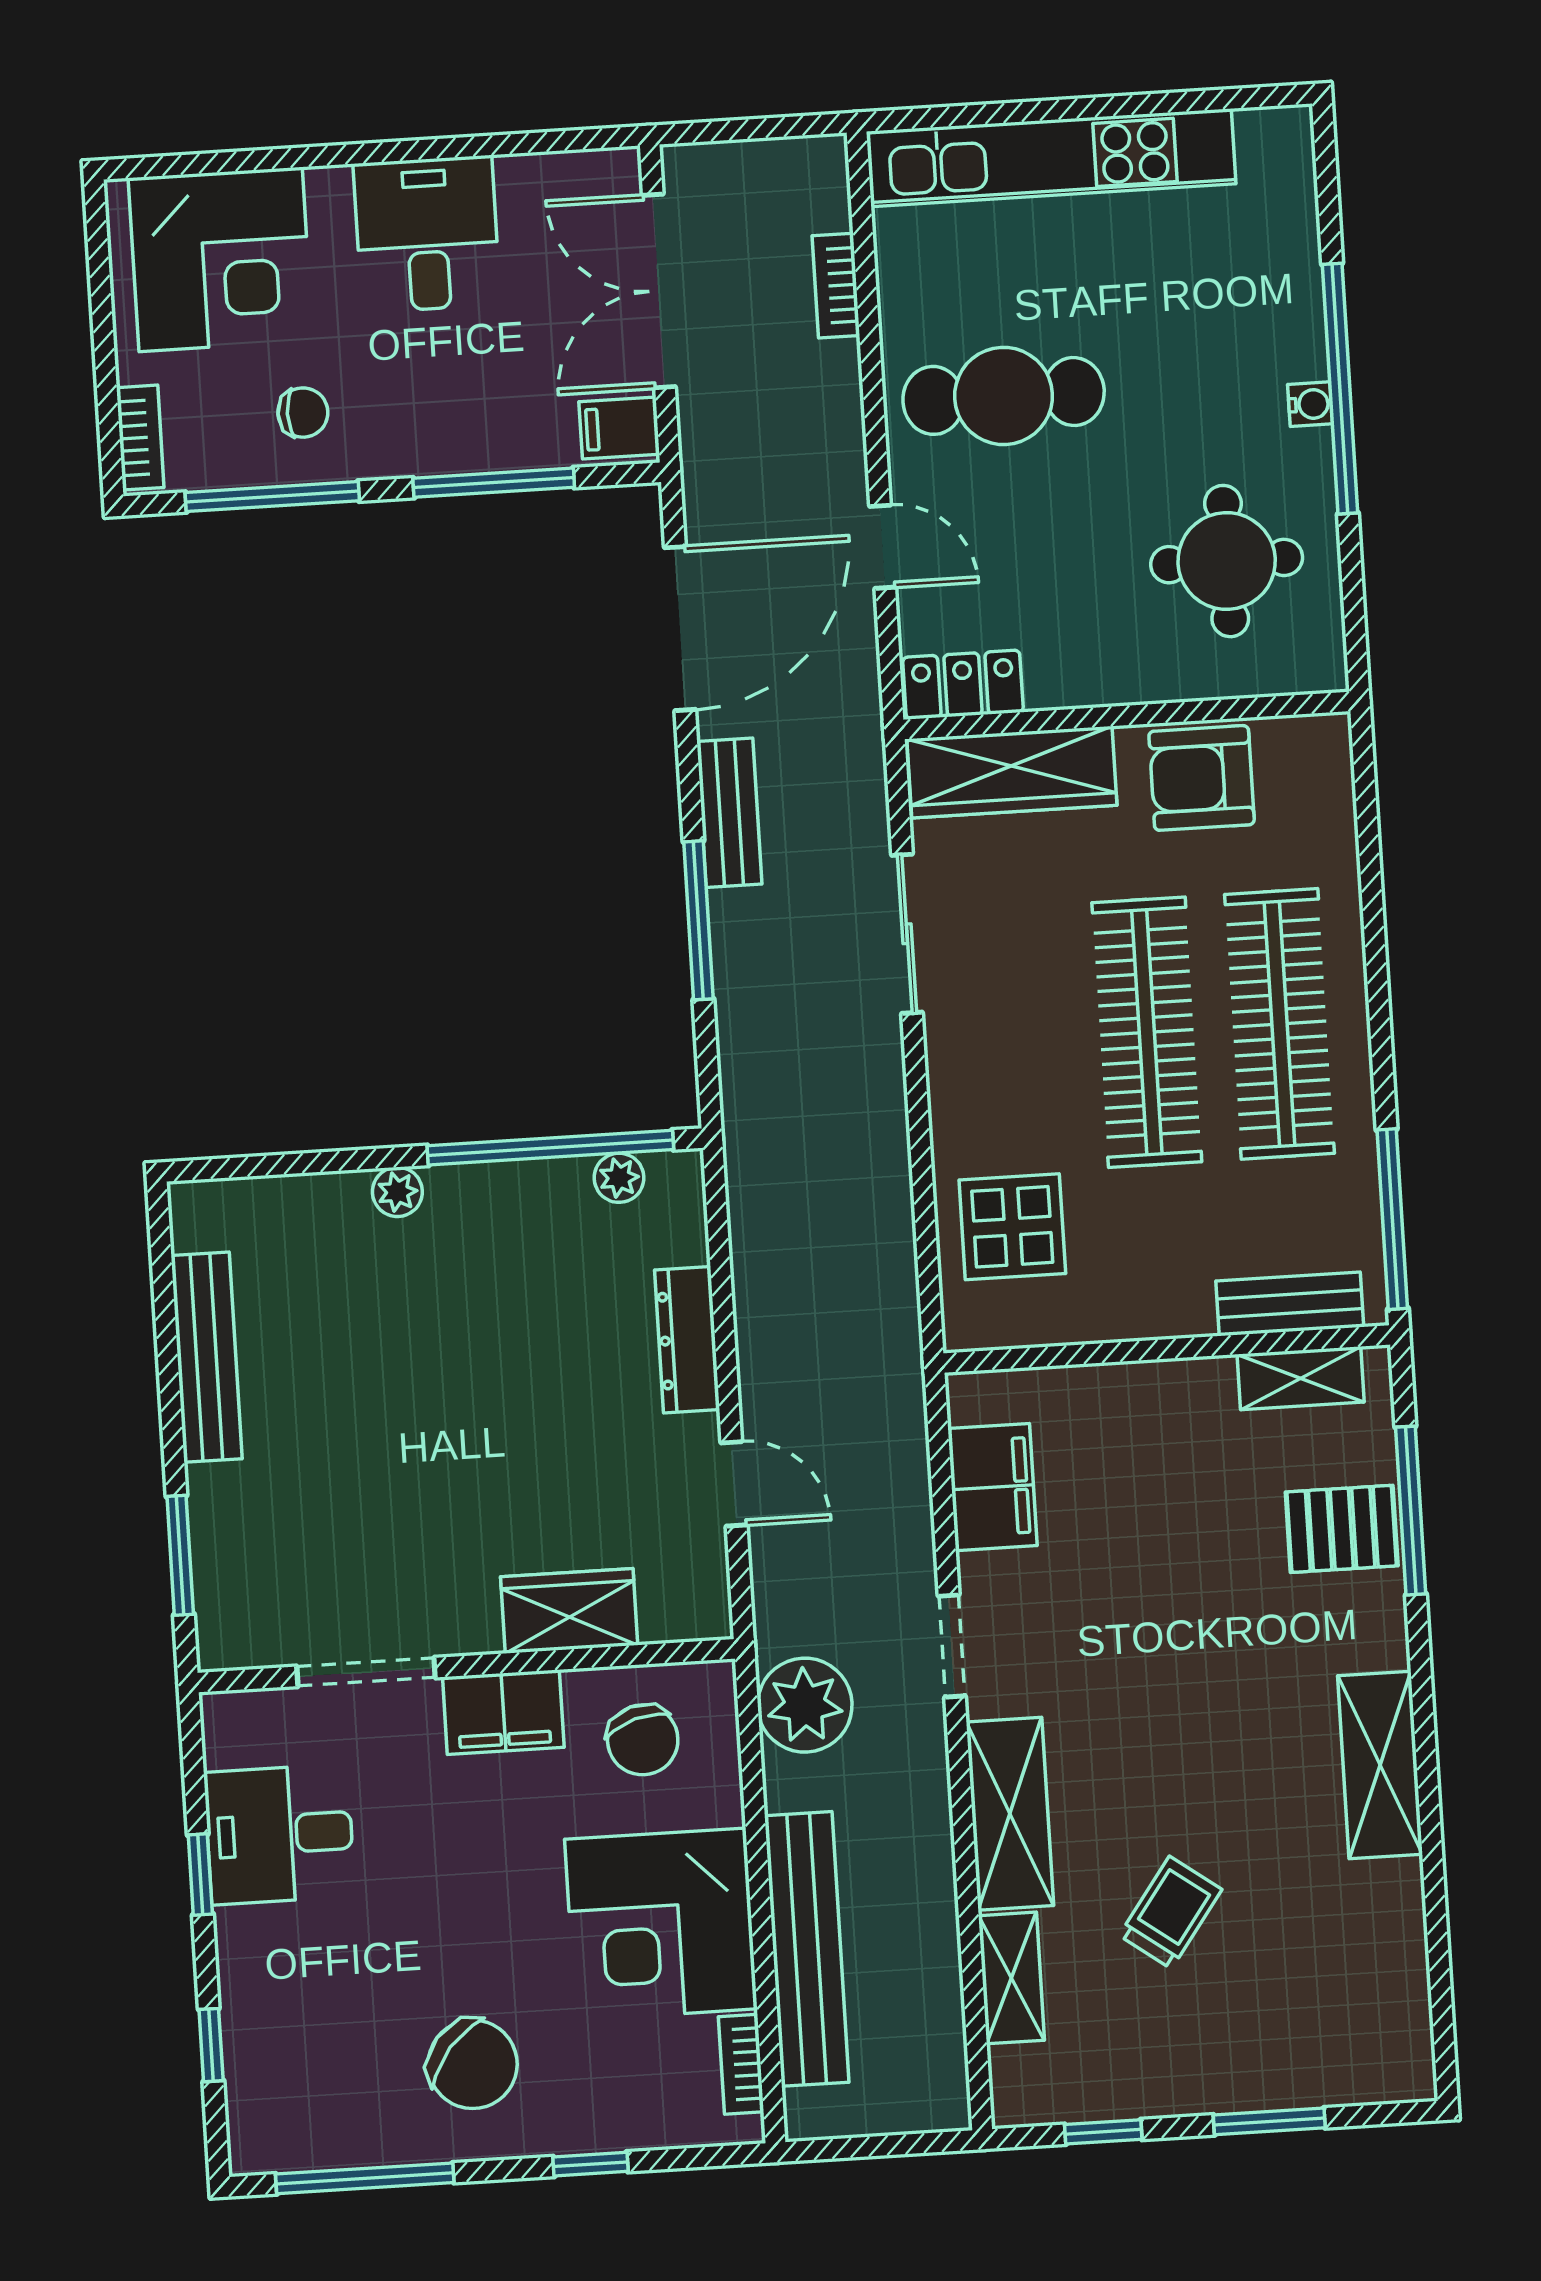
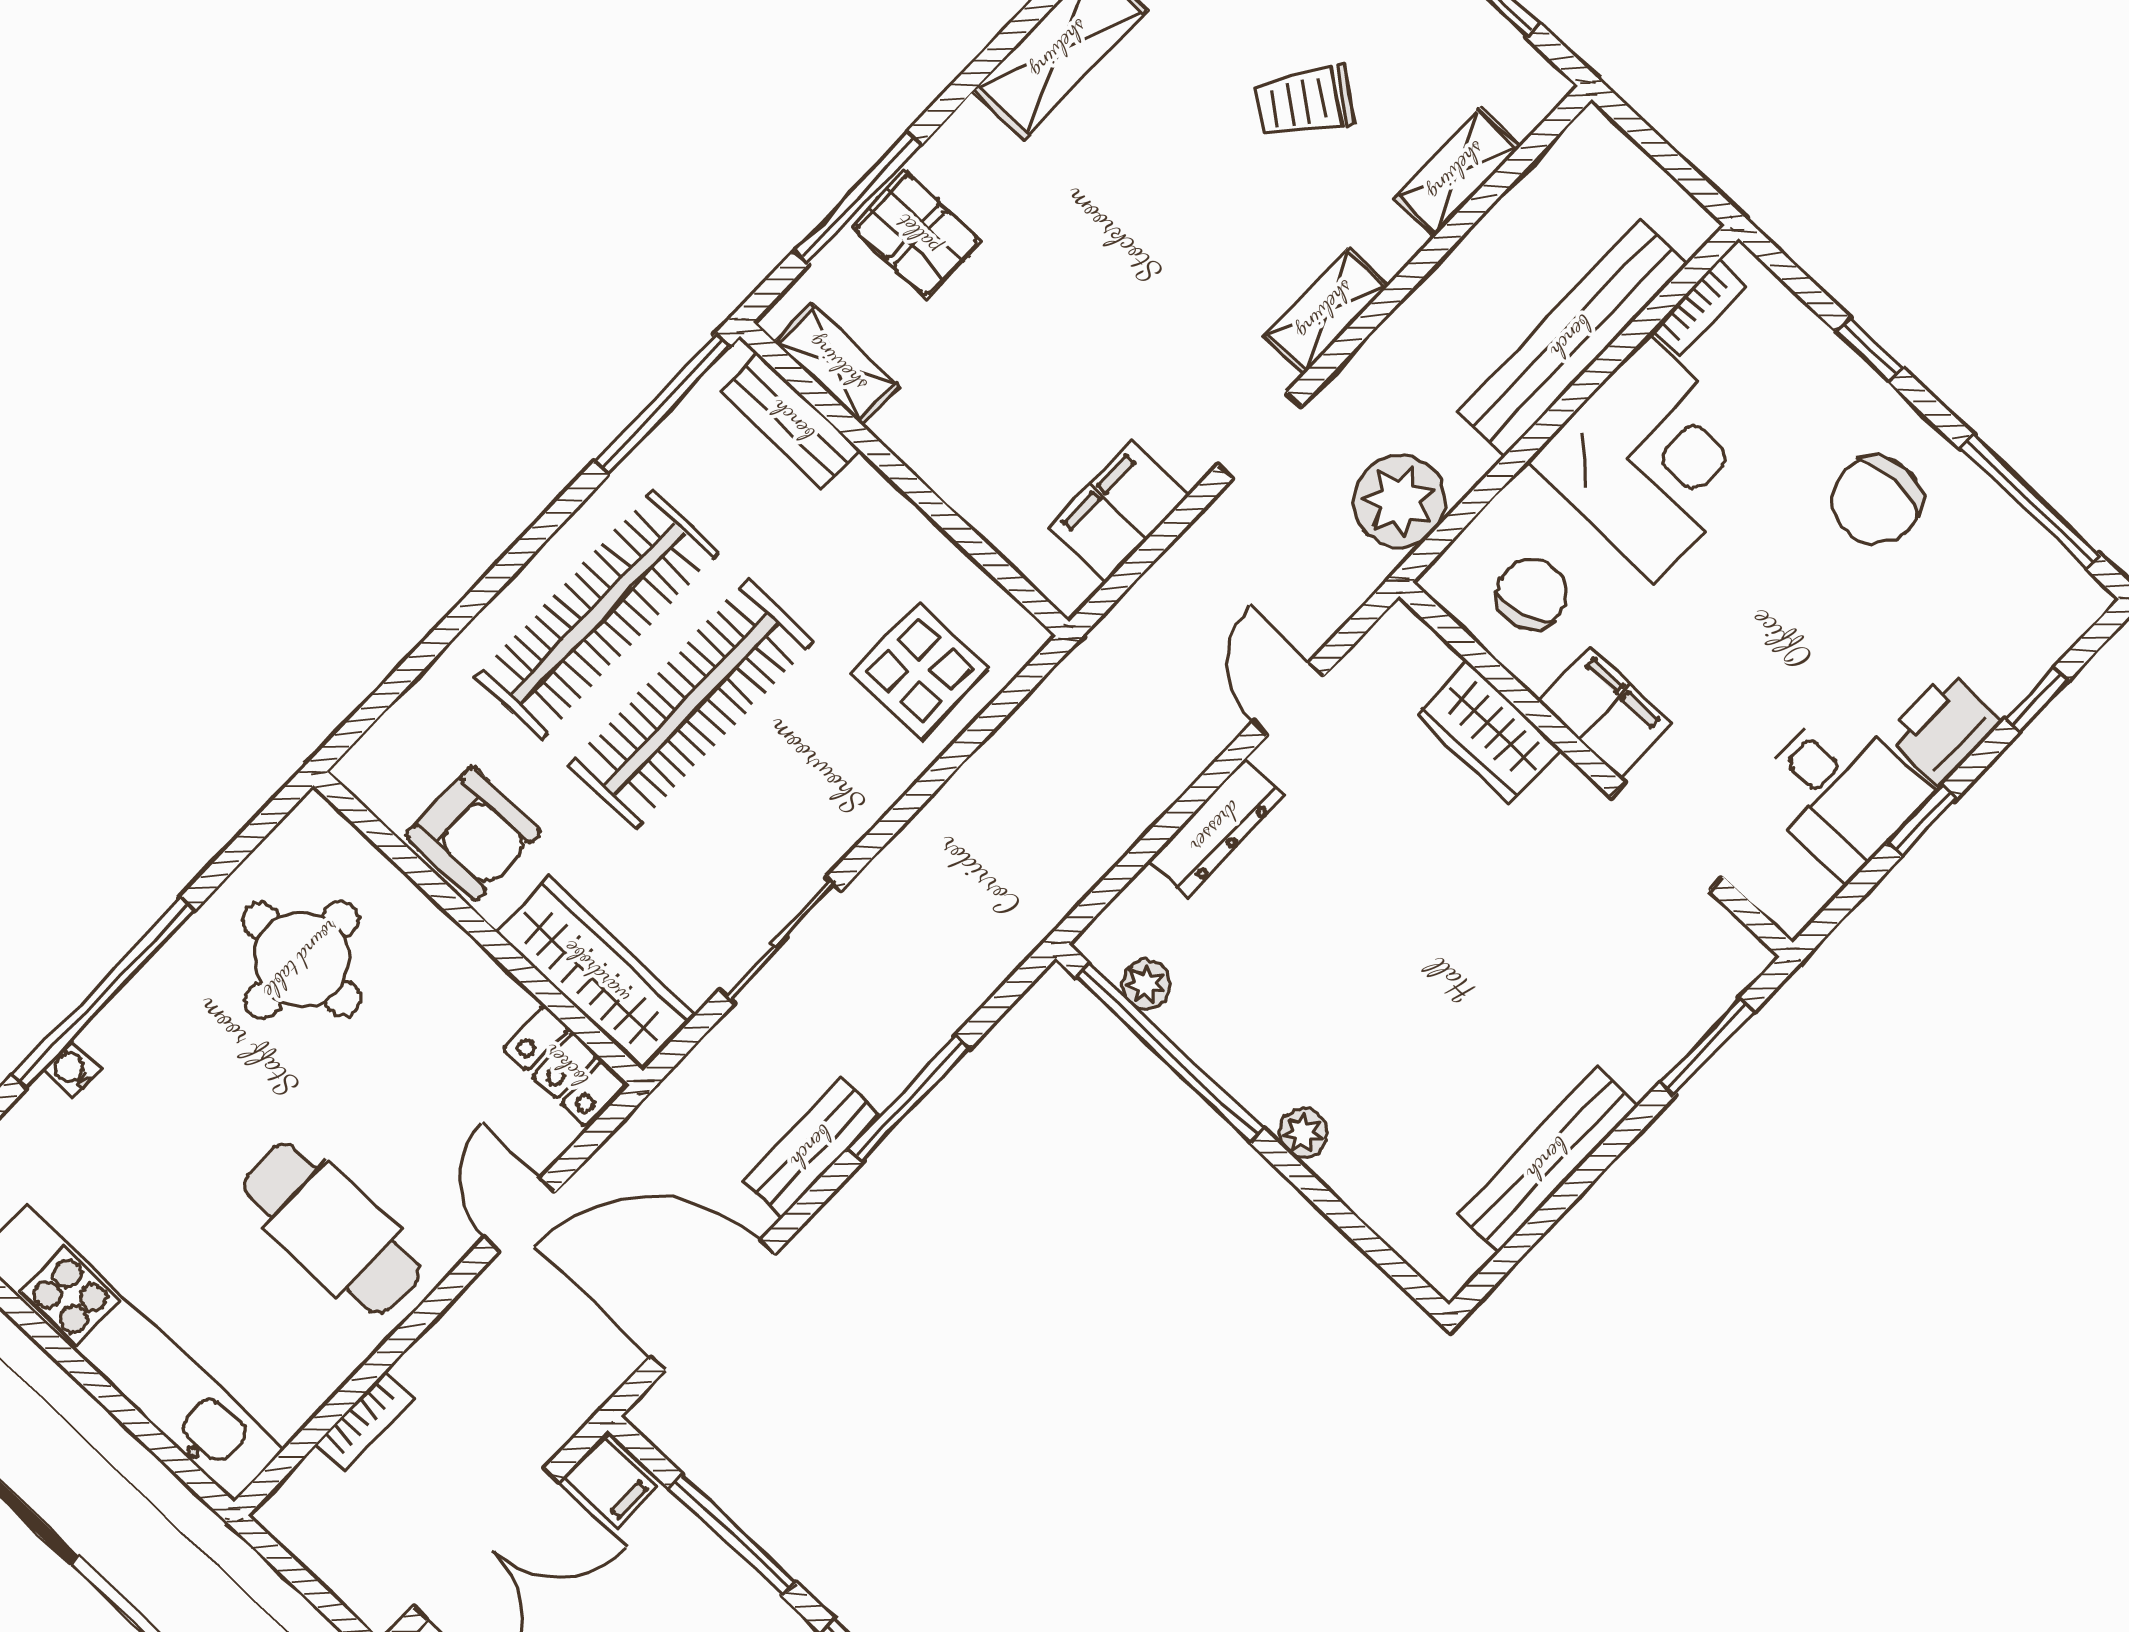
water cooler: (1310, 404) -> (72, 1070), moved
shelving: (1010, 1814) -> (1326, 311), width x0.67, depth x0.75
printer: (255, 1956) -> (1944, 728), added
chair: (473, 2064) -> (1877, 500), turned -130

